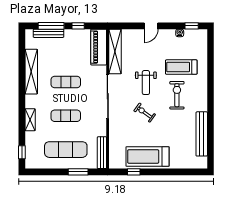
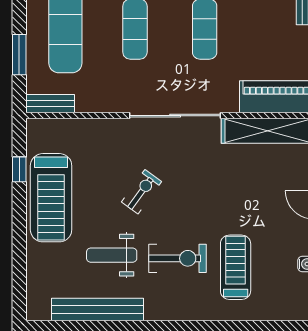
weight bench: (146, 83) -> (112, 255), moved
bench: (102, 153) -> (50, 104), width x0.73
treadmill: (148, 156) -> (51, 198), turned 180

